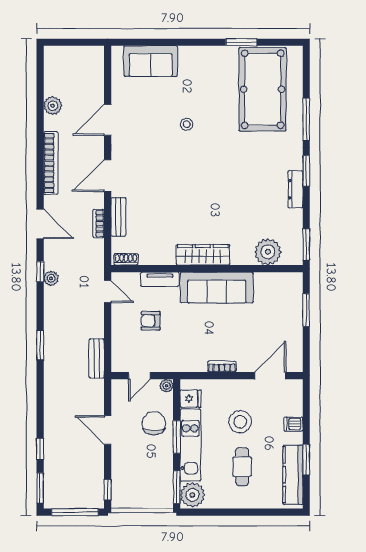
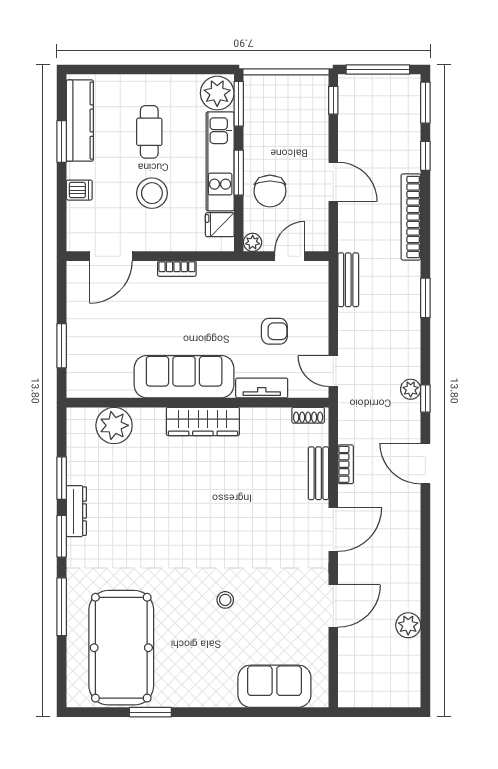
bookcase: (51, 163) -> (411, 217), moved
window: (306, 244) -> (62, 478), moved

